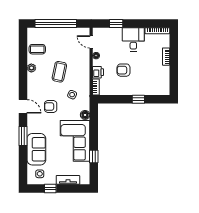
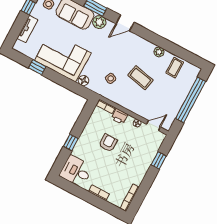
desk: (133, 39) -> (76, 171), moved, turned 180
armchair: (51, 107) -> (110, 51), removed
plant: (33, 127) -> (99, 22), added

